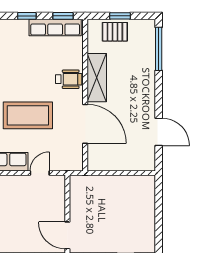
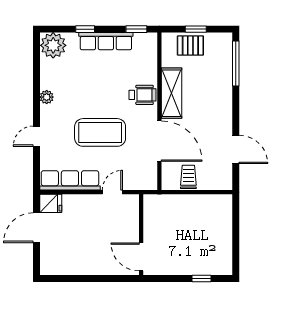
window: (27, 16) -> (85, 29), moved
row of seats: (55, 27) -> (106, 41), moved
trolley: (113, 158) -> (188, 177), added

